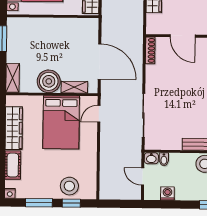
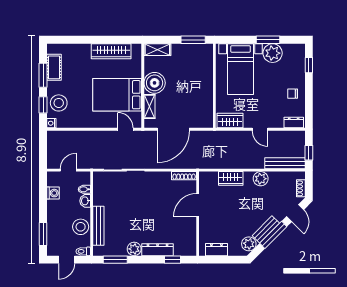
washbasin: (151, 158) -> (85, 201), moved
cot: (13, 165) -> (54, 67), moved, turned 90
nightstand: (10, 193) -> (51, 123), moved

